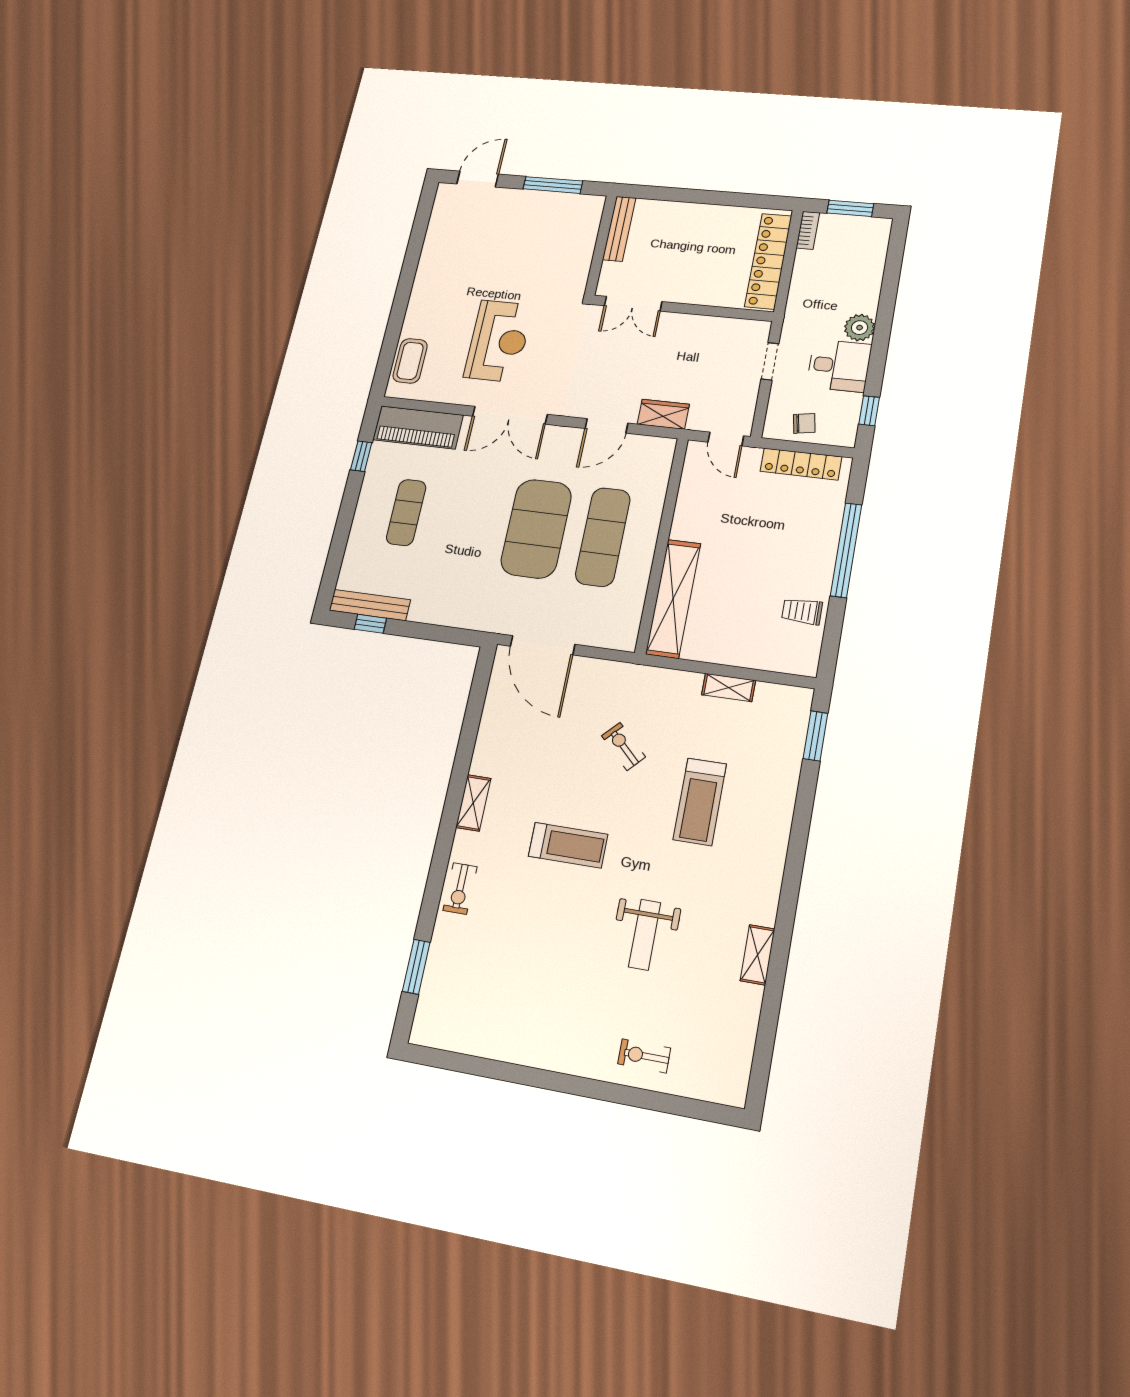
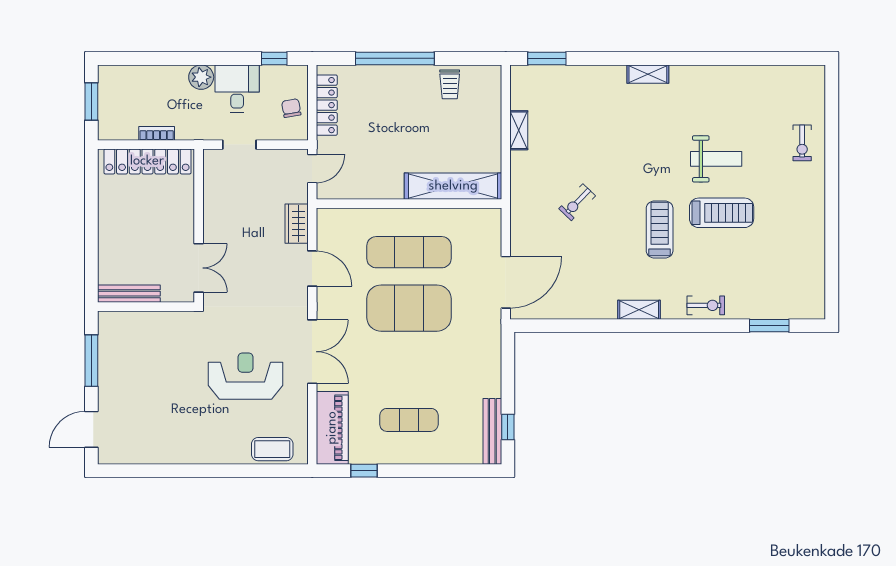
door: (478, 179) -> (91, 429), hinge flipped
bookcase: (808, 230) -> (157, 133), moved
treadmill: (700, 802) -> (722, 213), moved
shelving: (758, 955) -> (648, 74), moved

